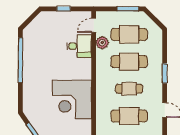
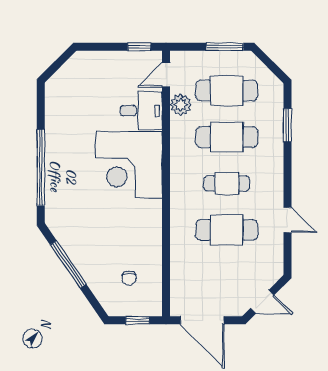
window: (64, 9) -> (139, 47), moved
window: (20, 60) -> (41, 168), moved
window: (165, 73) -> (287, 125), moved
corner desk: (72, 99) -> (129, 165), moved

